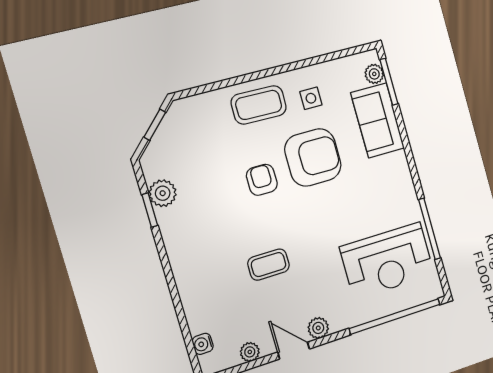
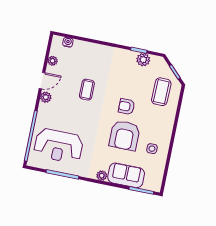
plant: (374, 74) -> (102, 176), moved
coffee table: (259, 105) -> (161, 92), moved
armchair: (262, 180) -> (127, 107), turned 180
reception desk: (387, 261) -> (59, 146), turned -90

